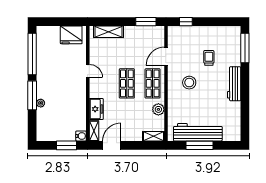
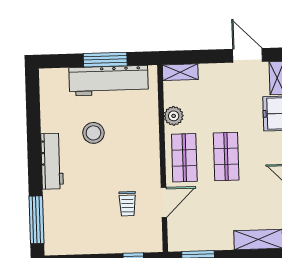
trolley: (209, 58) -> (127, 204), moved
stool: (189, 83) -> (93, 133), moved
door: (112, 145) -> (248, 55), swing flipped

